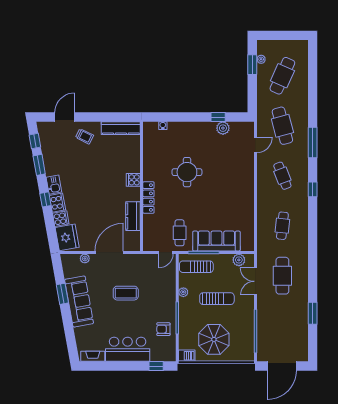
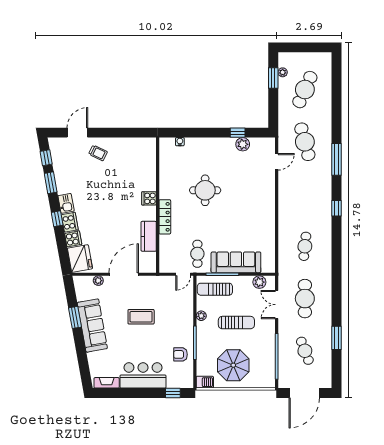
kitchen counter: (121, 128) -> (136, 144), removed
cafe table: (282, 176) -> (305, 351), moved

